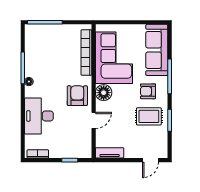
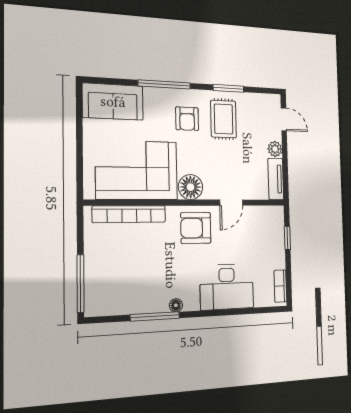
sofa: (157, 50) -> (113, 102), width x0.73
door: (94, 120) -> (231, 203), swing flipped
plant: (130, 153) -> (275, 149), added

